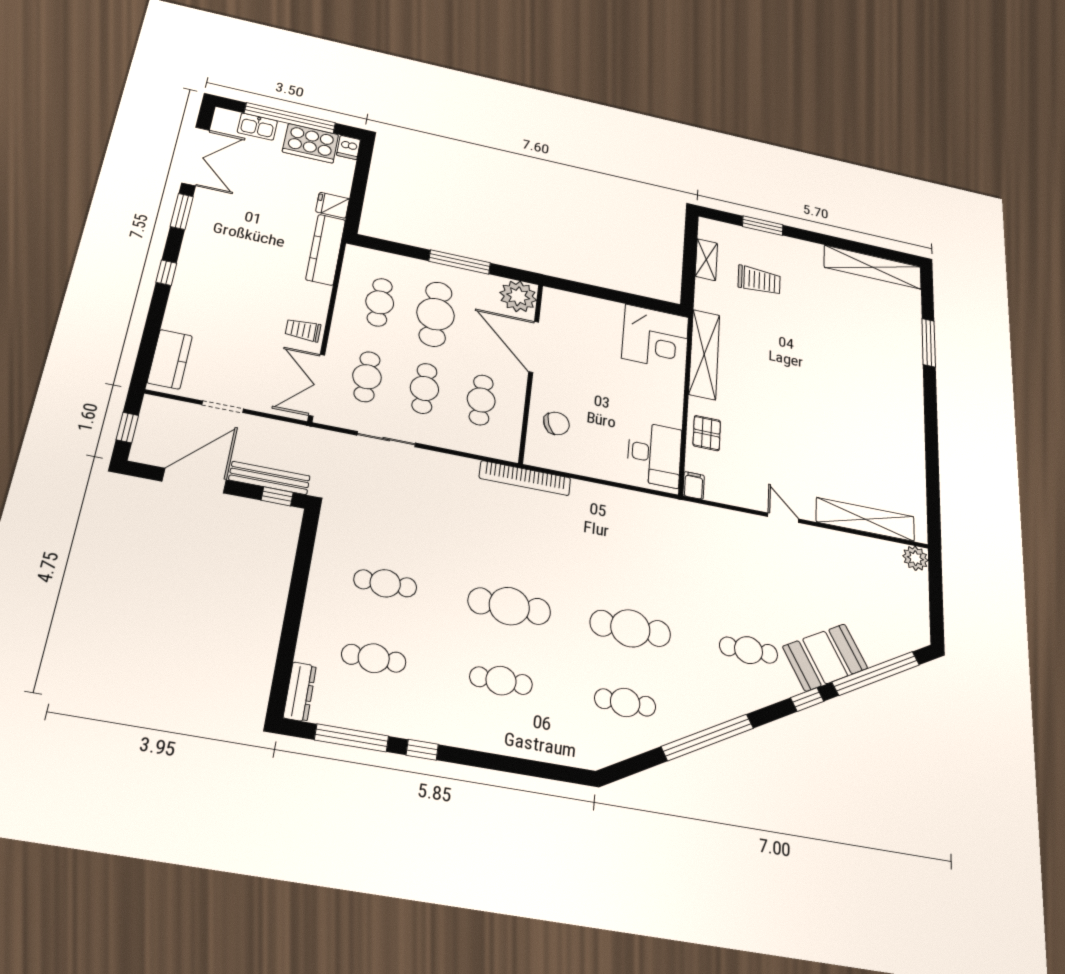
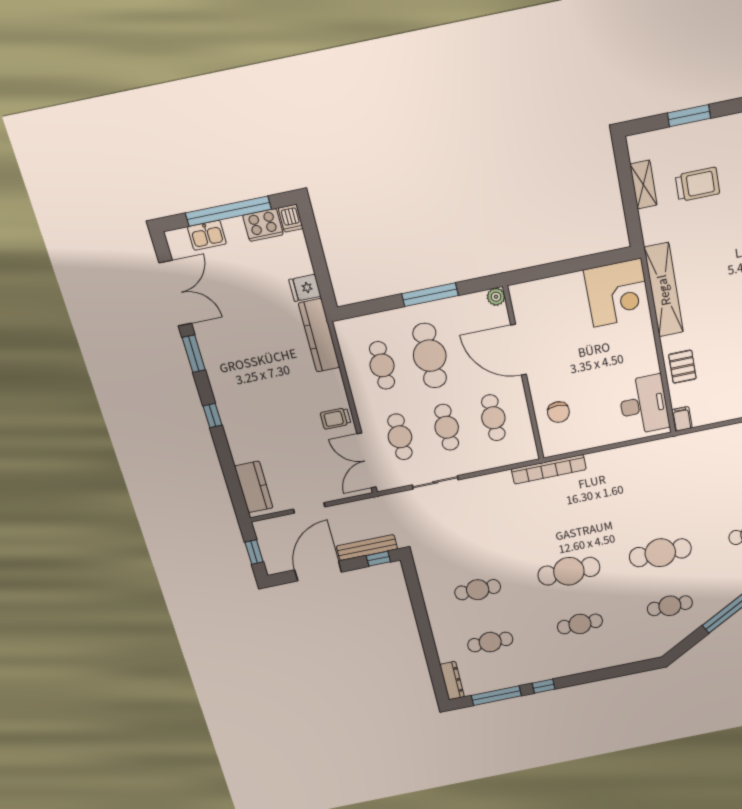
cooker: (311, 143) -> (263, 225), width x0.73, depth x0.76
plant: (518, 296) -> (496, 297), width x0.53, depth x0.53
chair: (556, 423) -> (558, 412), turned 110

